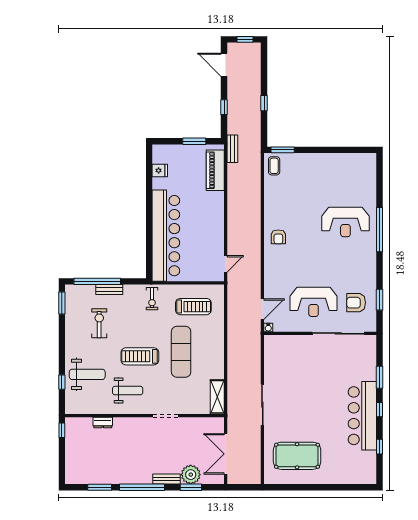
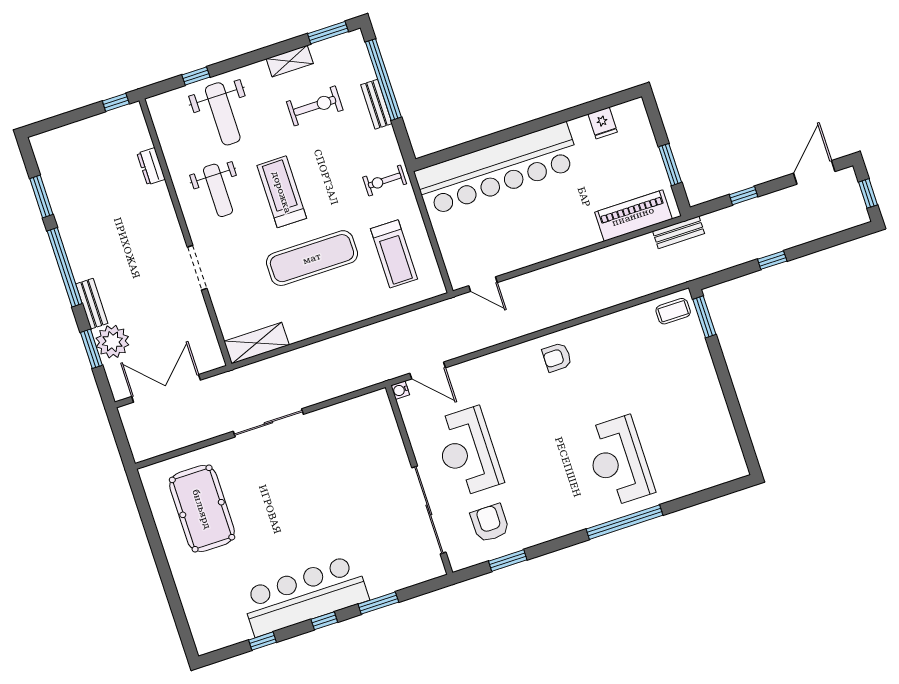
shelving: (70, 329) -> (290, 61), added

